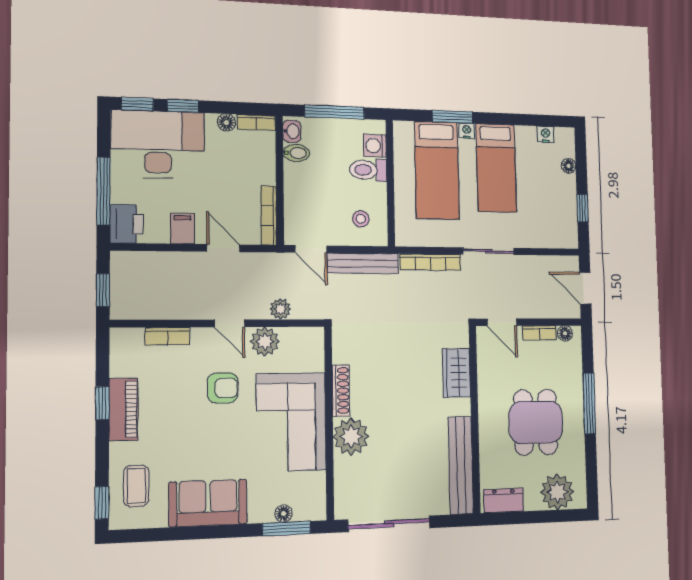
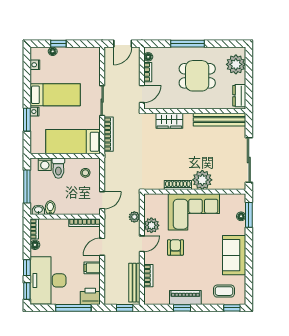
bed: (437, 170) -> (73, 142), moved, turned 180
window: (583, 208) -> (58, 44), moved
bench: (363, 263) -> (134, 283), moved

